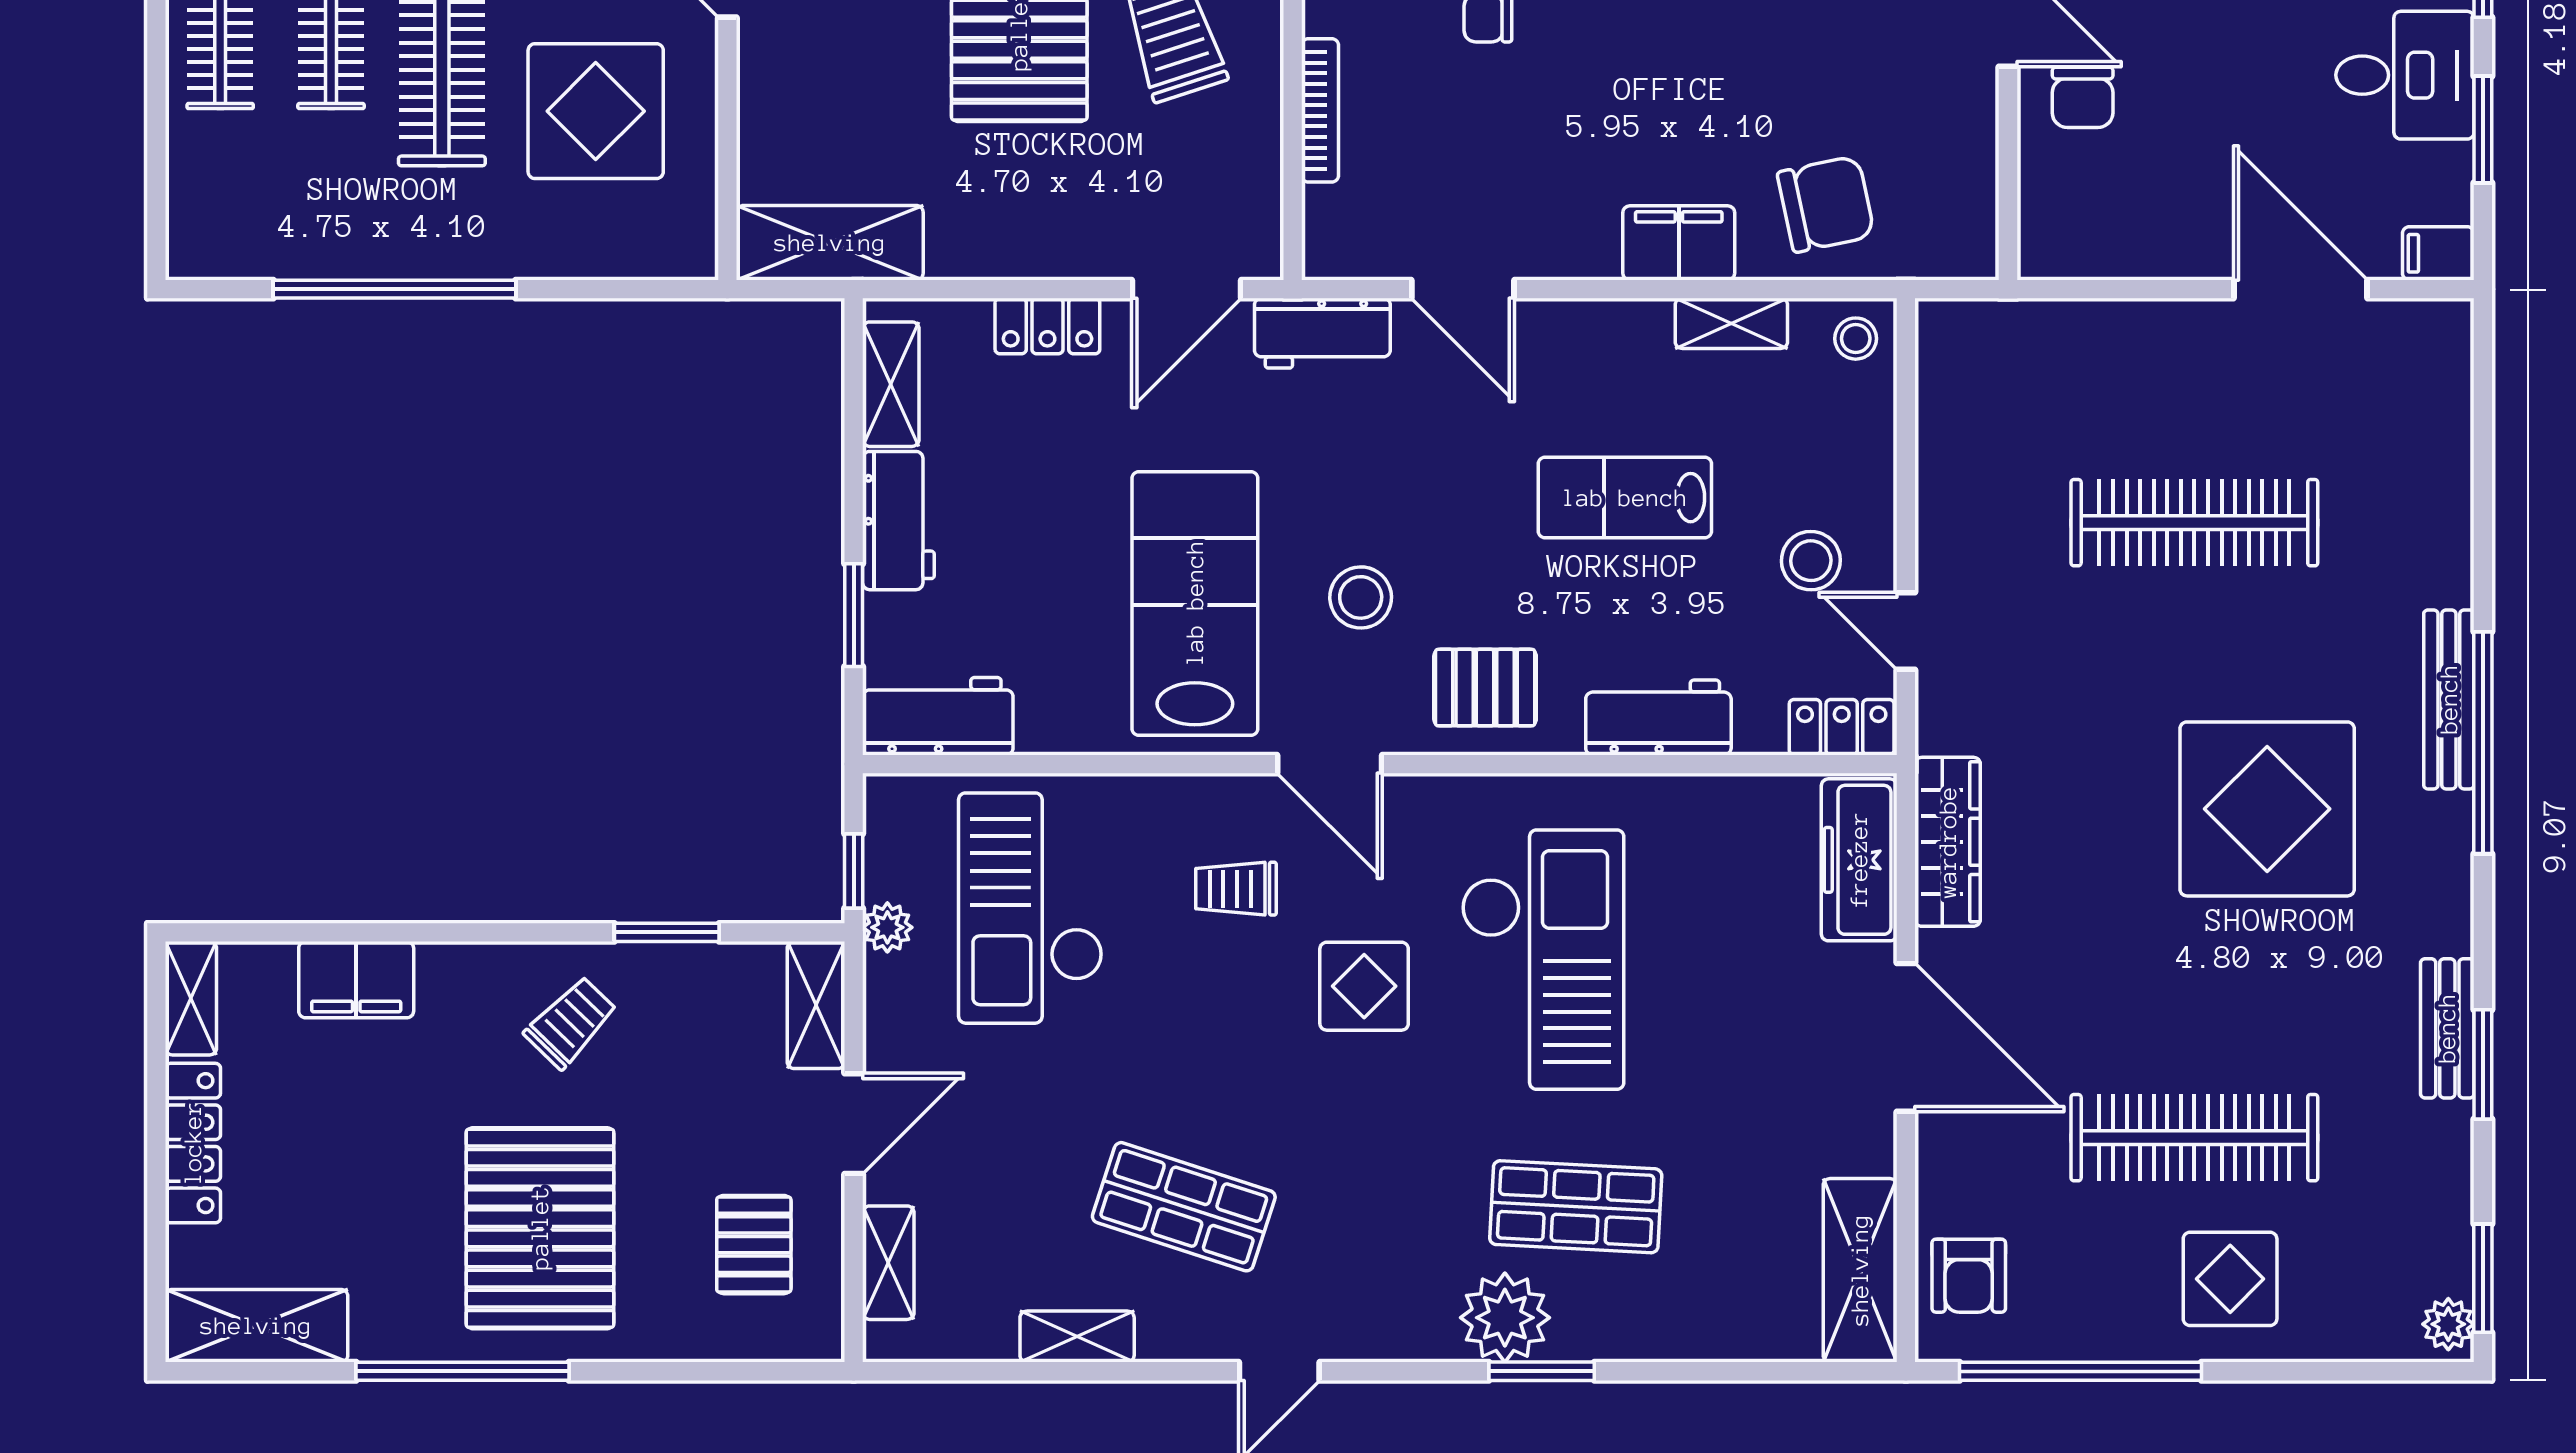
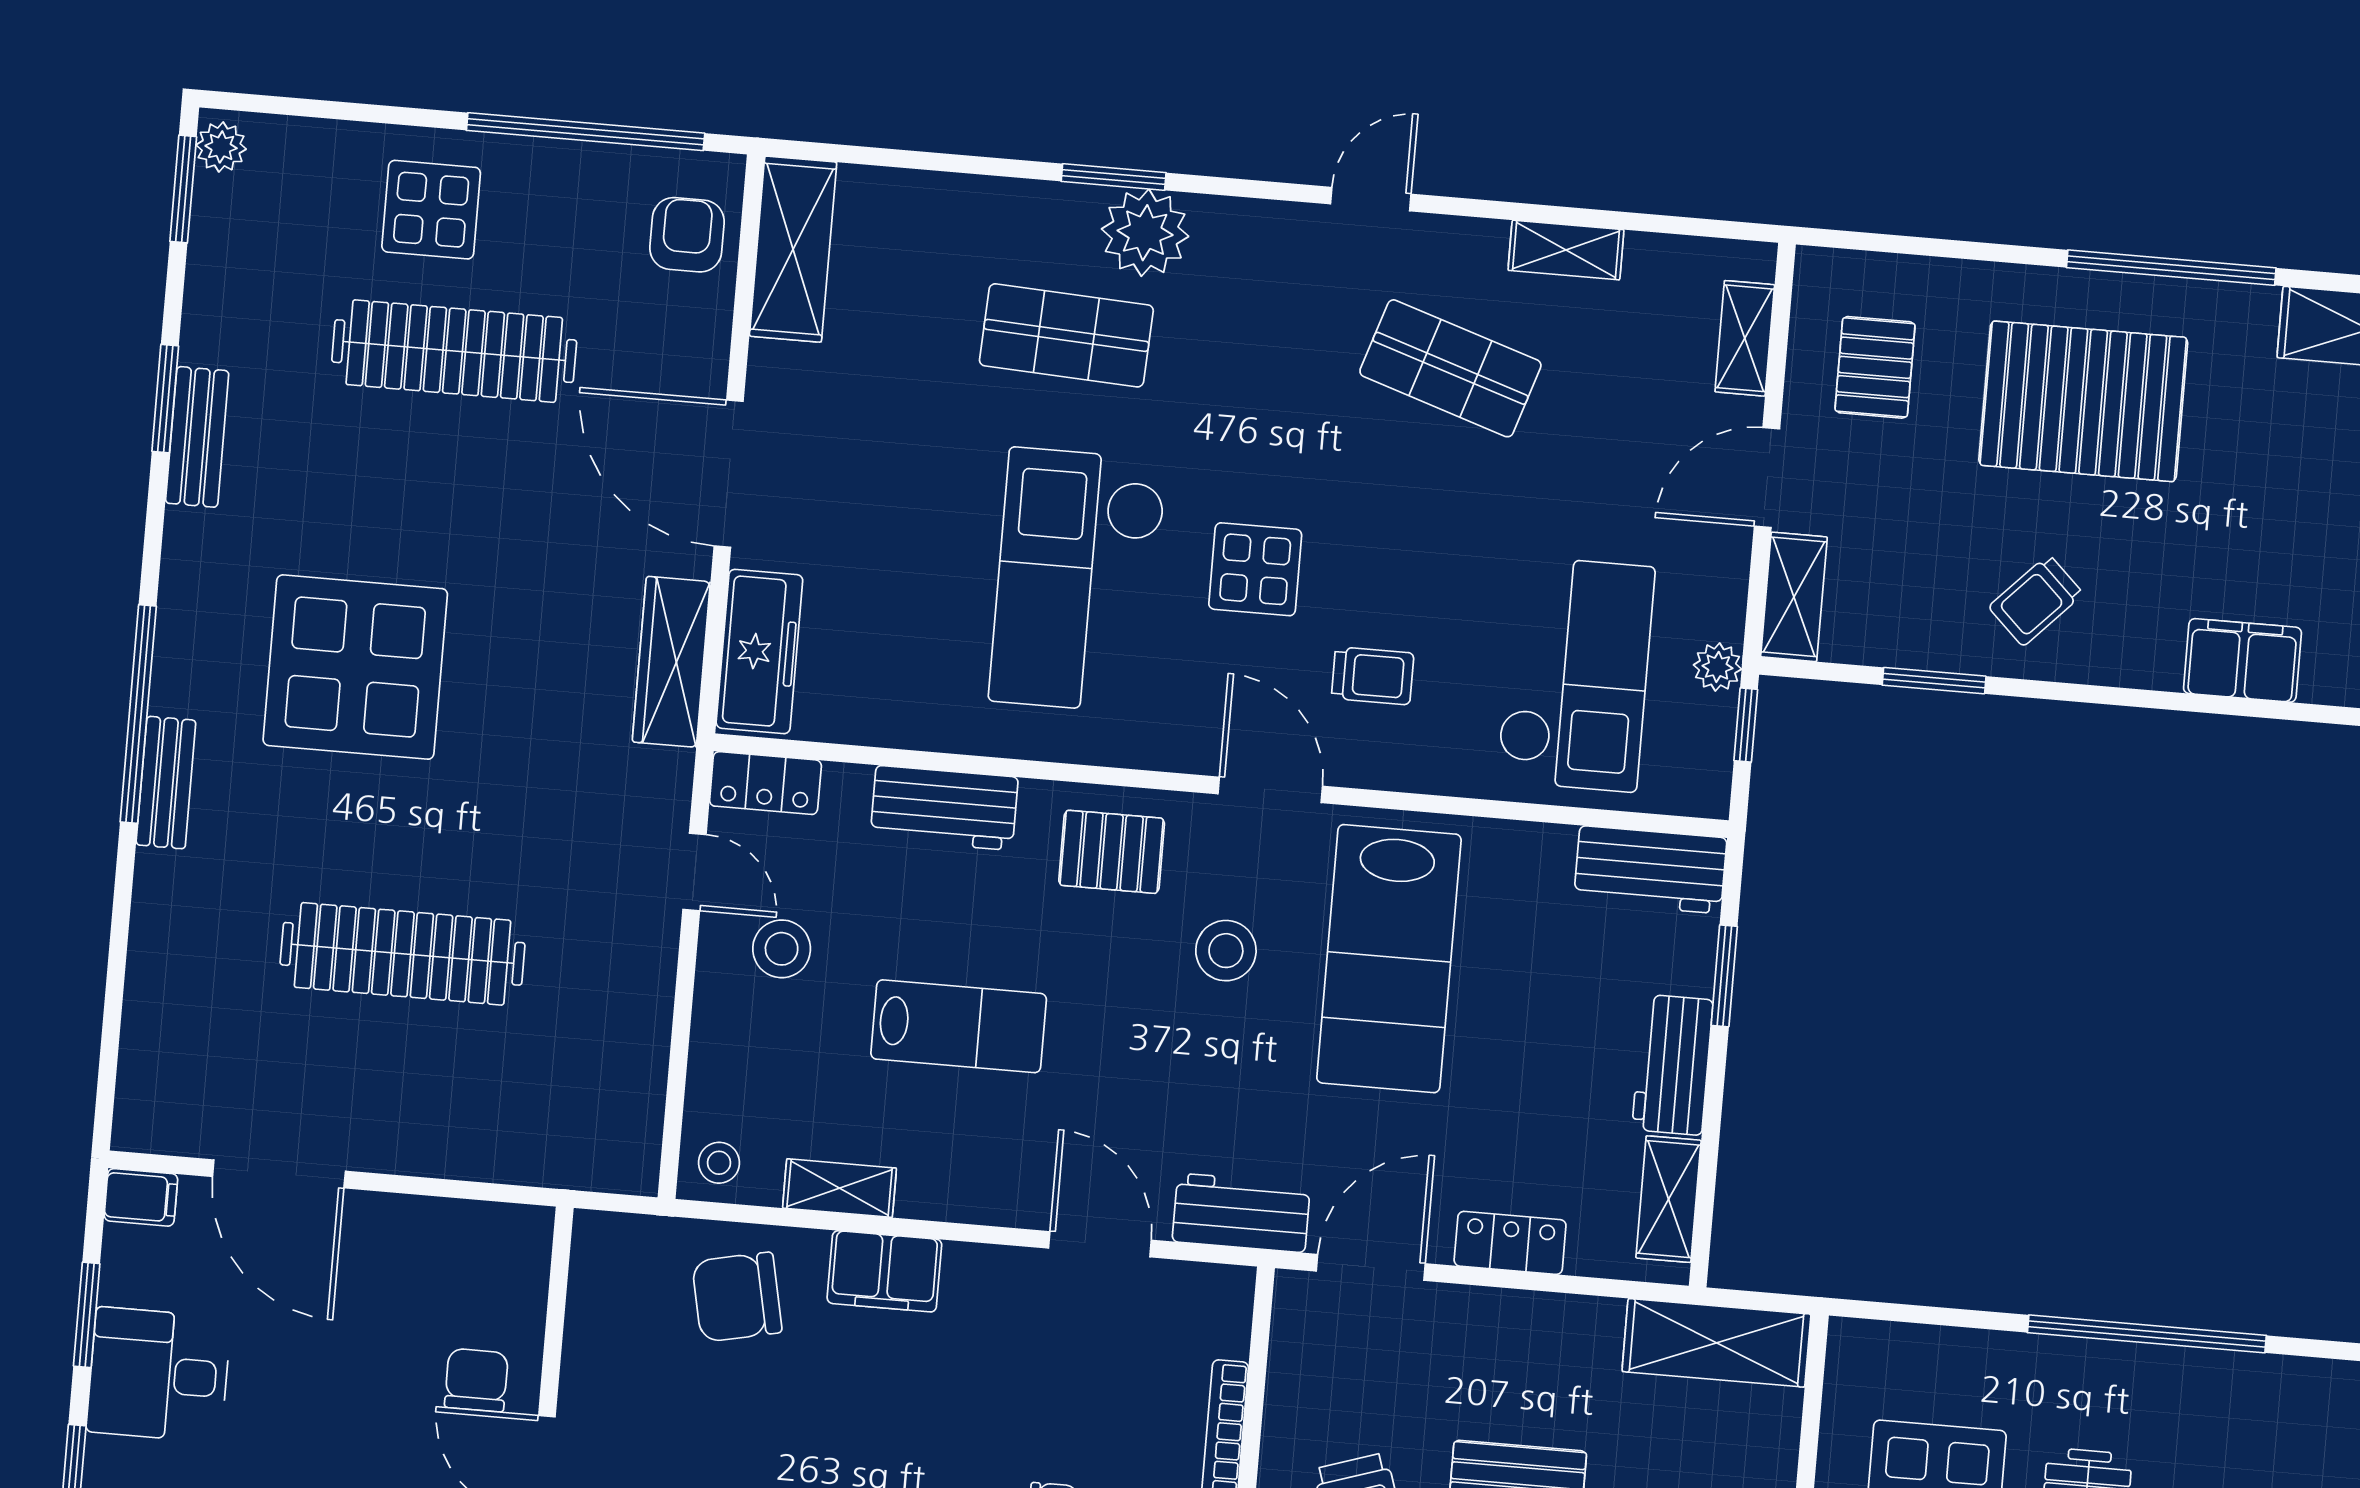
bench: (2449, 699) -> (166, 783), width x0.73
pallet: (540, 1228) -> (2083, 401), turned 90

